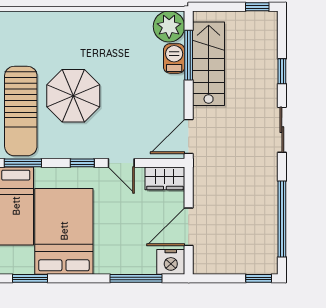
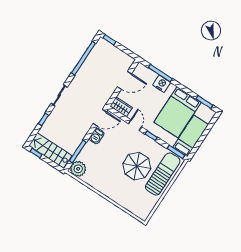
barbecue: (174, 58) -> (97, 136), moved
stairs: (209, 64) -> (50, 151), moved, turned 90
nightstand: (171, 262) -> (162, 84), moved

